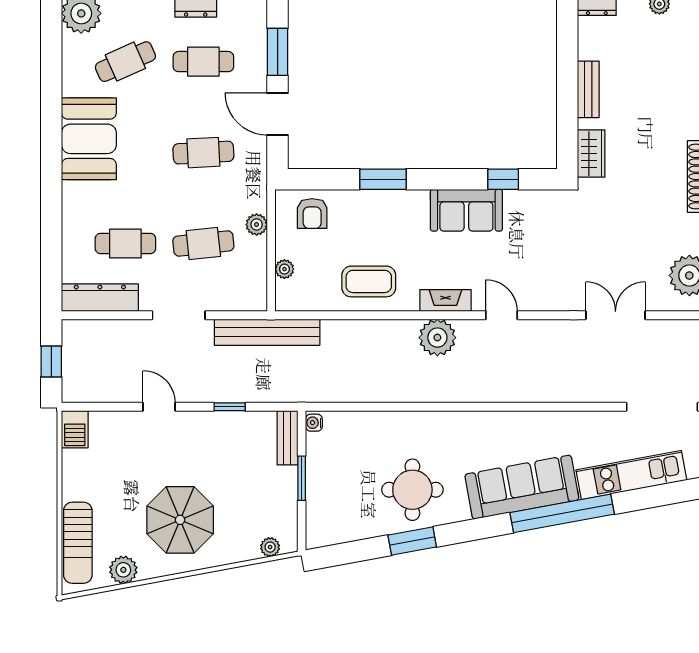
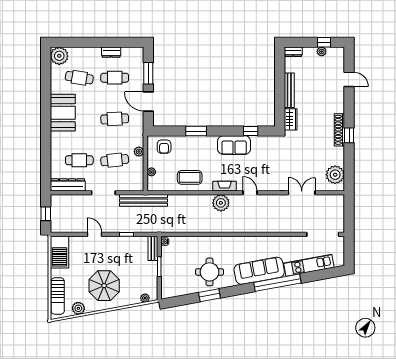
cafe table: (125, 62) -> (79, 78), turned 33
bench: (588, 89) -> (289, 90), width x1.36
barbecue: (75, 429) -> (59, 252), width x1.88, depth x1.53

